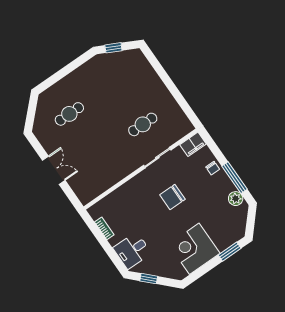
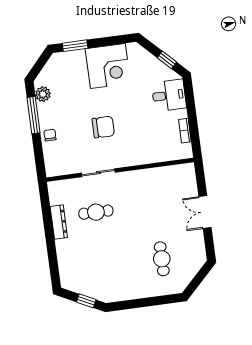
dresser: (169, 101) -> (59, 222), added
cafe table: (69, 114) -> (162, 259), turned 90
filing cabinet: (193, 144) -> (57, 168), removed

